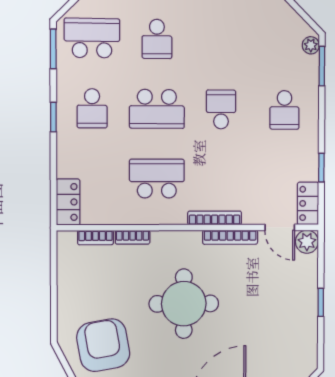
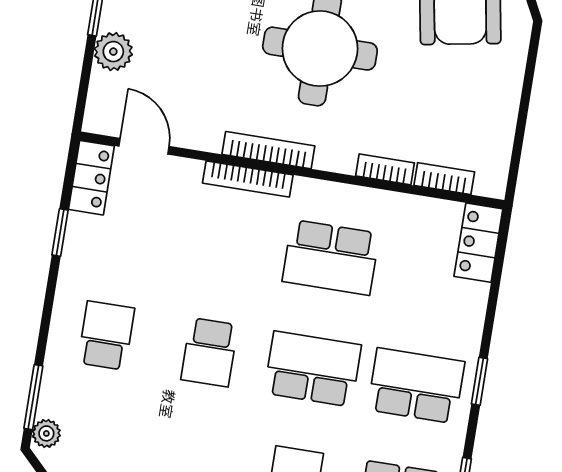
school desk: (92, 108) -> (416, 386), width x1.85
bookcase: (230, 237) -> (268, 150), moved
plant: (307, 242) -> (113, 52), moved

